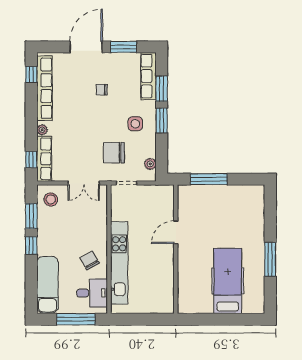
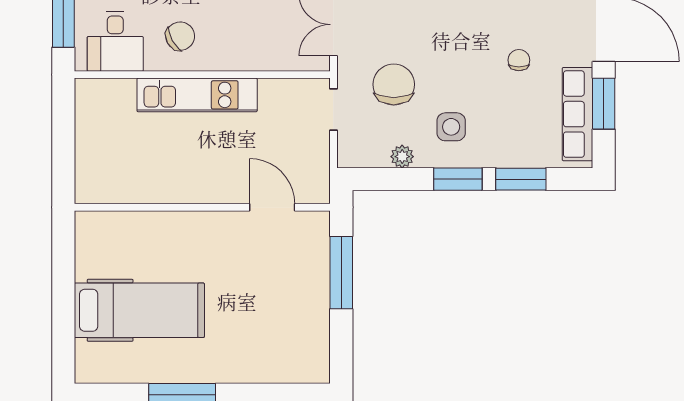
row of seats: (148, 76) -> (577, 114), moved, turned -90
plant: (150, 164) -> (402, 157), moved
door: (176, 232) -> (272, 207), moved
kitchen unit: (119, 263) -> (197, 95), width x0.73

